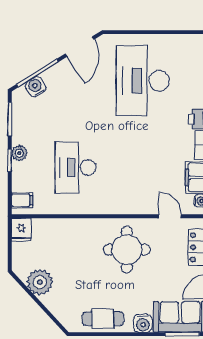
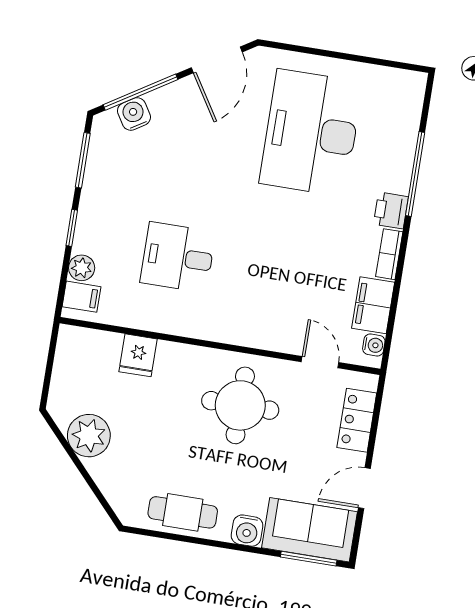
plant: (19, 153) -> (82, 268), moved
desk: (76, 168) -> (178, 257), width x0.73
fridge: (21, 230) -> (138, 355), moved

